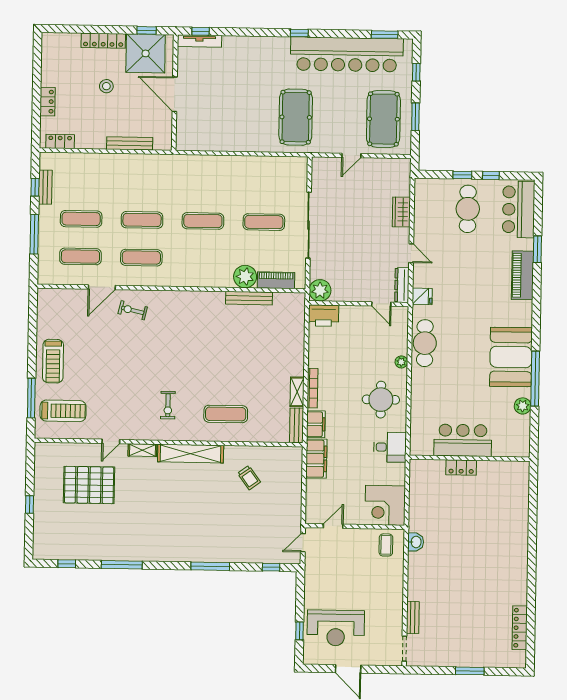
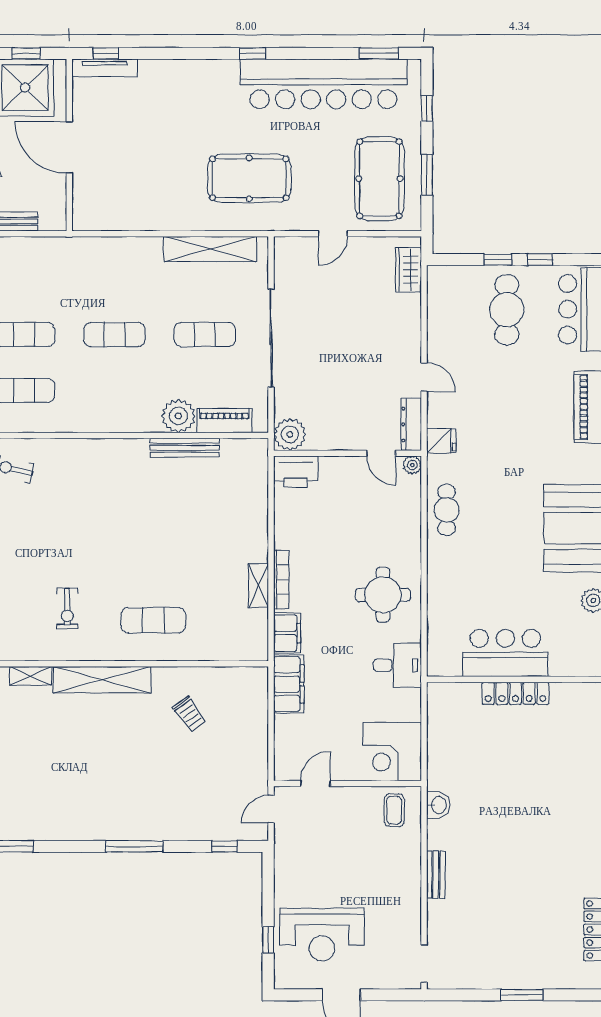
pool table: (296, 117) -> (249, 178), turned 90
shelving: (268, 164) -> (210, 249), added
wardrobe: (401, 212) -> (408, 270), moved
cafe table: (425, 343) -> (447, 510), width x0.73, depth x0.74
plant: (401, 362) -> (412, 465), moved
bench: (297, 425) -> (258, 635), removed
locker: (461, 467) -> (515, 693), width x1.53
bench: (413, 617) -> (436, 875), moved

